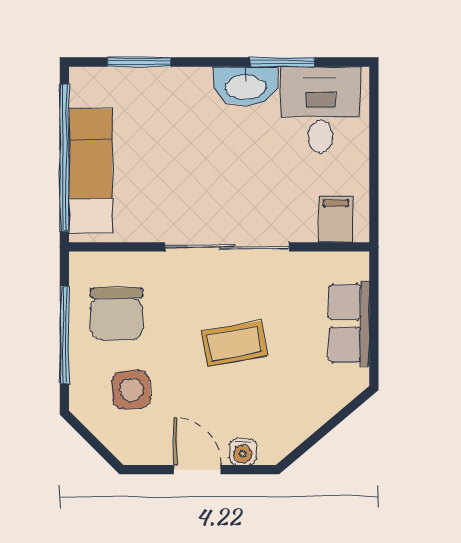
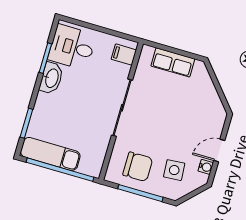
exam couch: (91, 171) -> (50, 154), moved
coffee table: (234, 344) -> (167, 117), removed
water cooler: (243, 452) -> (206, 167), moved

